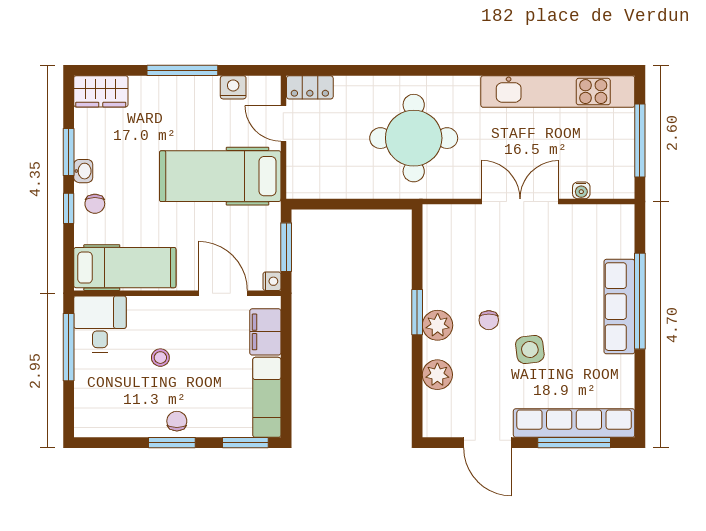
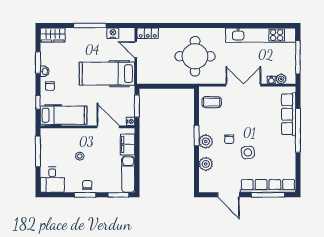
plant: (603, 188) -> (281, 79), added
window: (69, 208) -> (38, 102), moved
coffee table: (450, 239) -> (212, 102), added
row of seats: (619, 307) -> (289, 114), moved
desk: (100, 324) -> (52, 180), moved, turned 180

